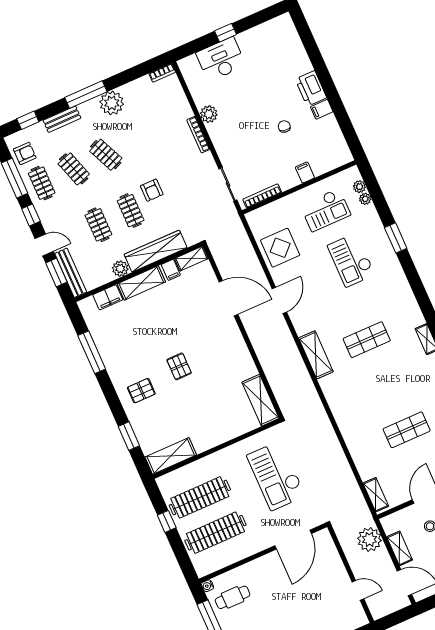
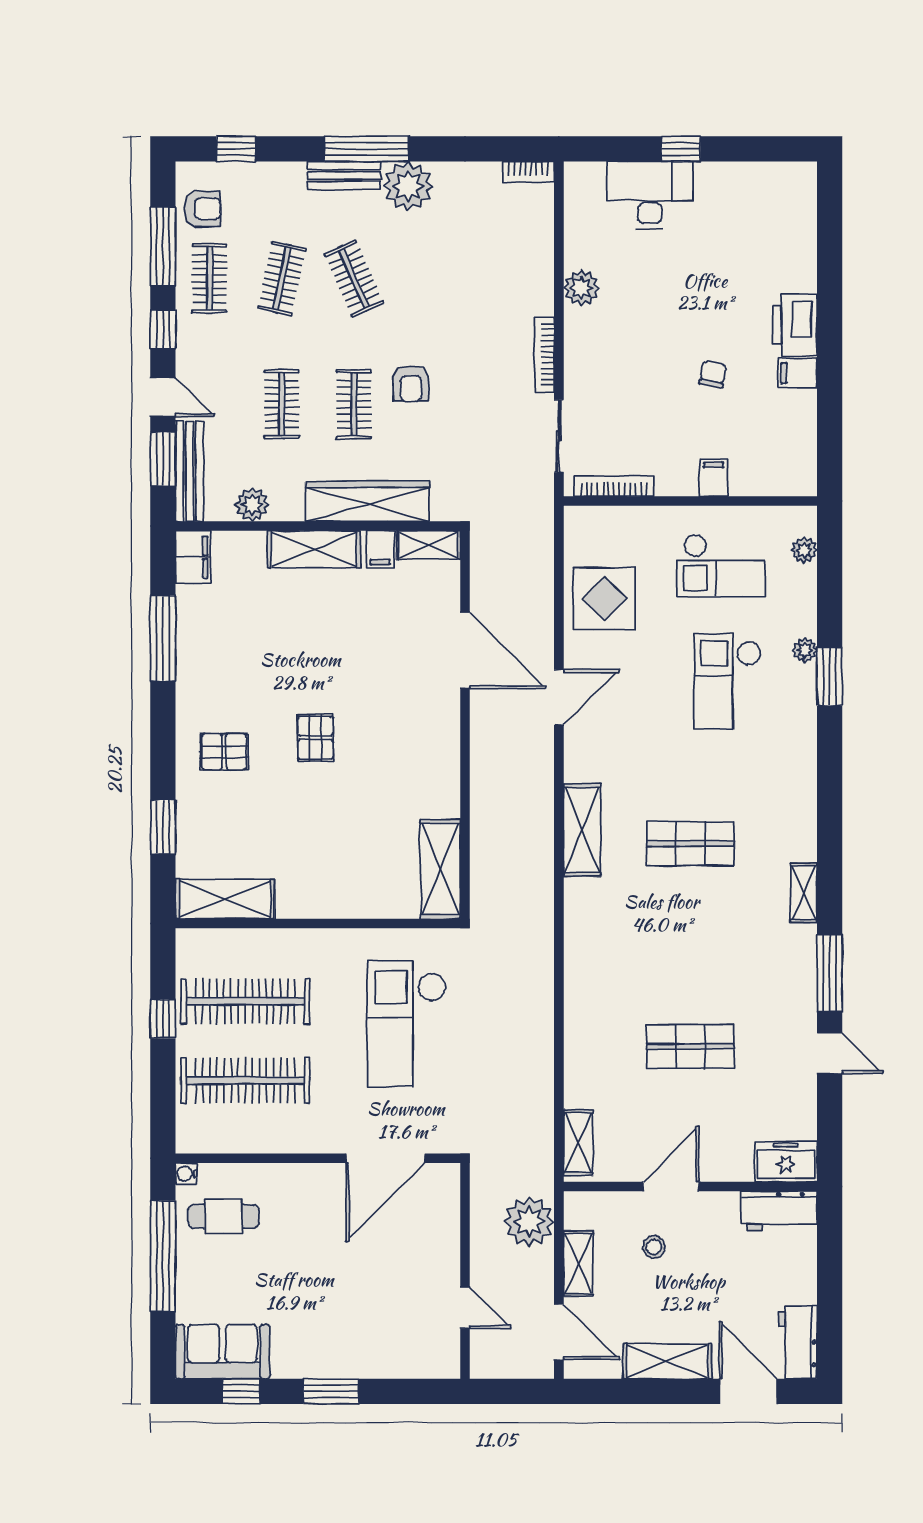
bench: (62, 119) -> (344, 175), moved
bookcase: (198, 135) -> (545, 355), moved
clothes rail: (74, 169) -> (282, 279), turned 30
plant: (365, 199) -> (805, 650), moved
plant: (120, 269) -> (252, 505), moved
filing cabinet: (108, 297) -> (193, 557), moved, turned -90

